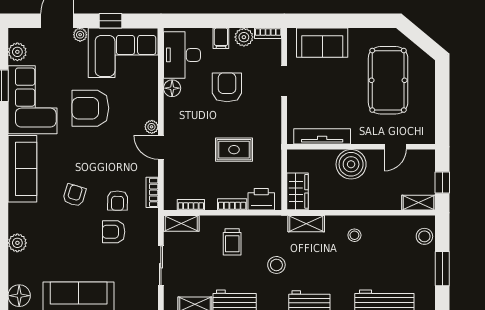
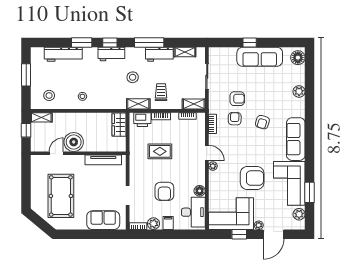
boiler: (351, 164) -> (74, 142), moved
shelving: (306, 224) -> (138, 104), moved
stool: (424, 236) -> (49, 95), moved

